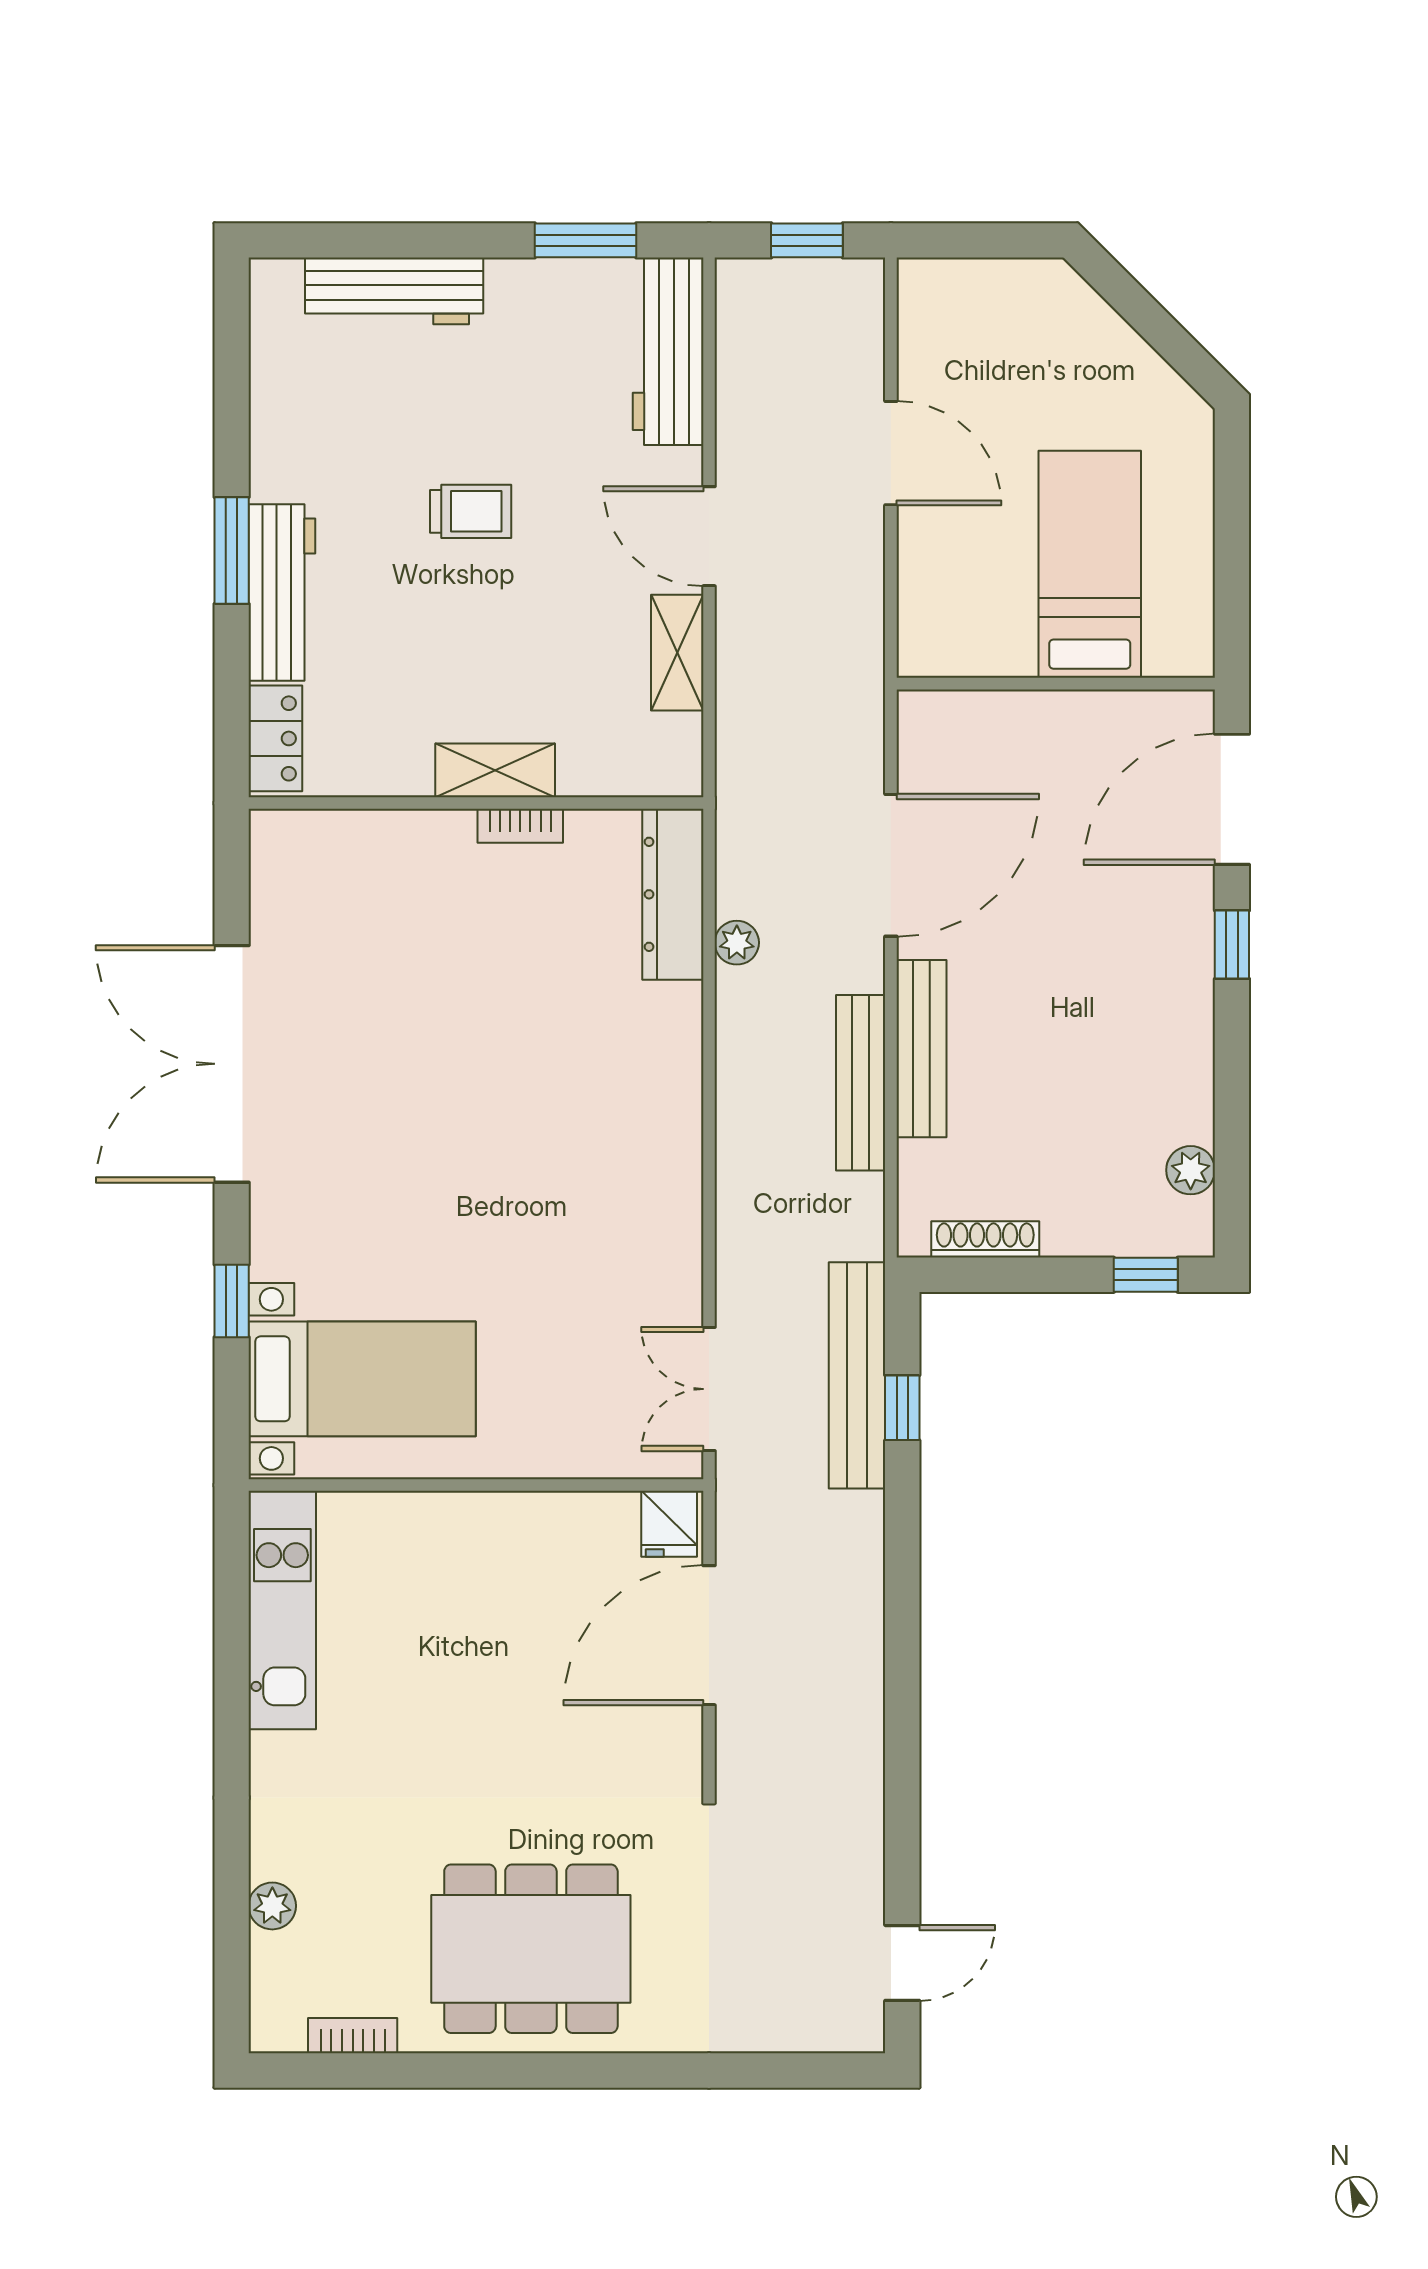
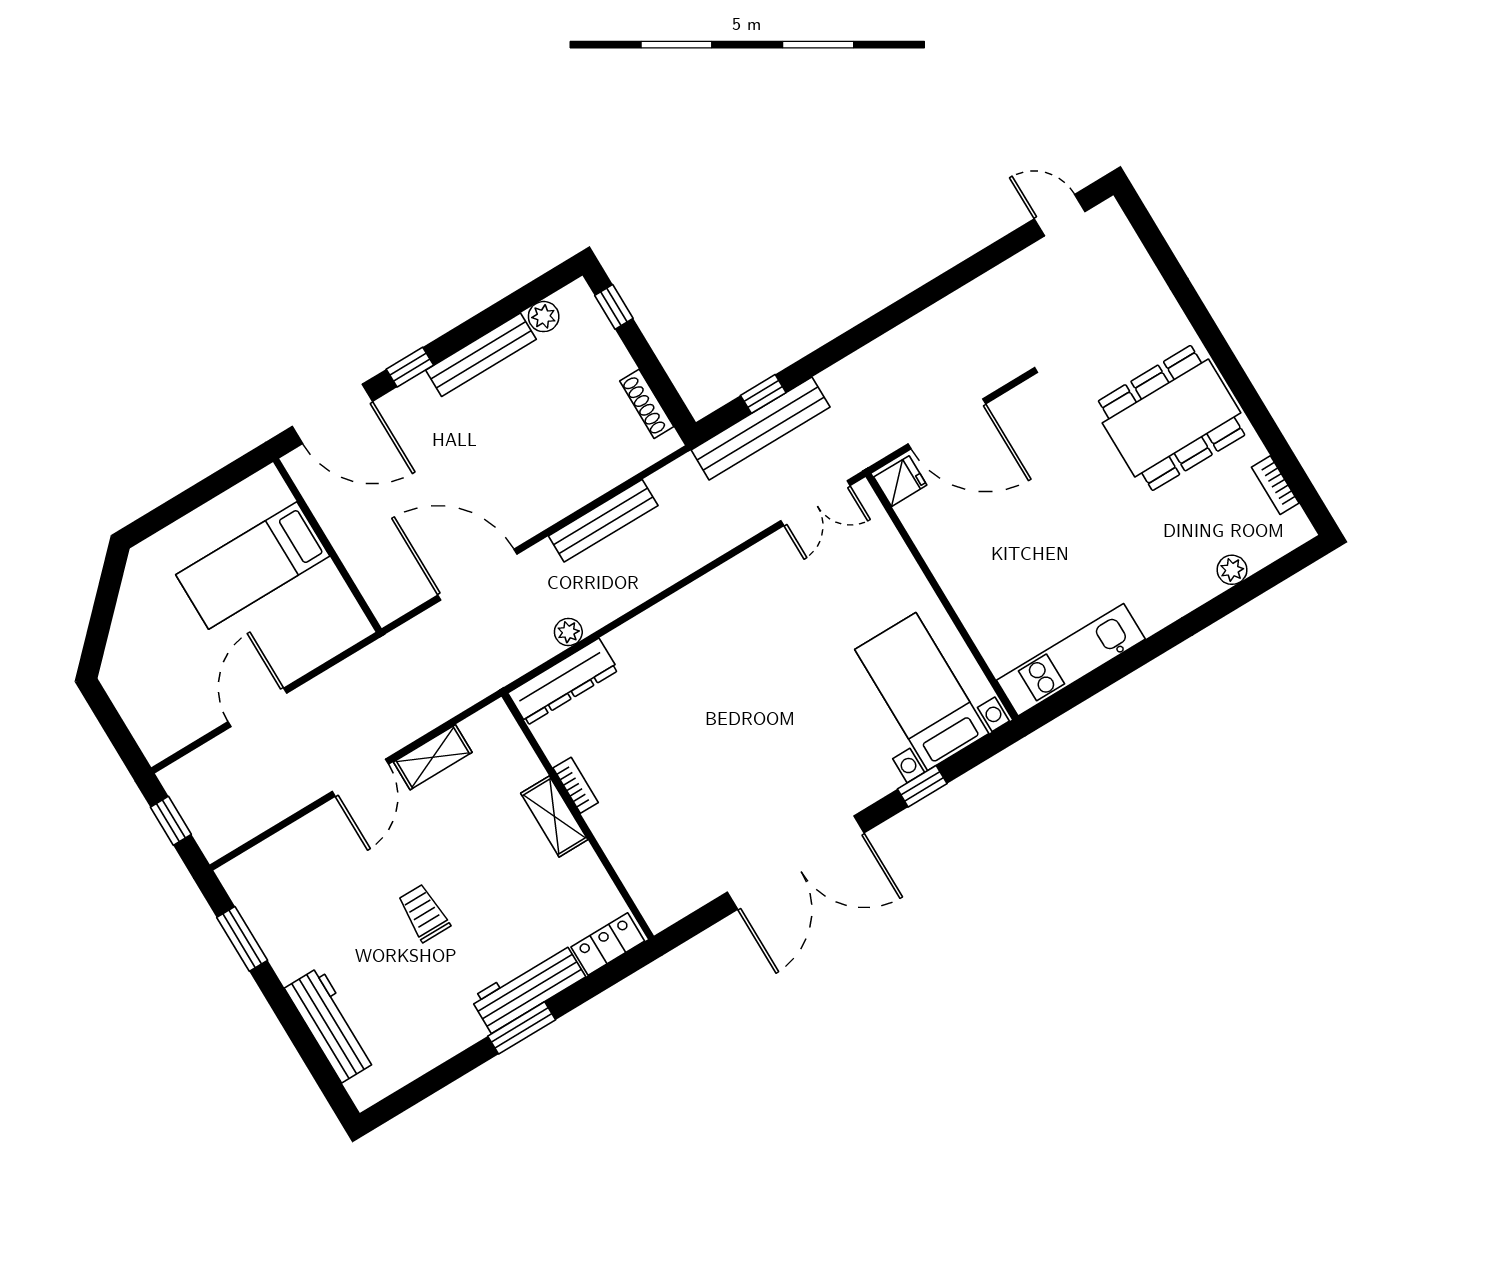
workbench: (668, 351) -> (275, 859), removed
bench: (921, 1049) -> (481, 355), moved
dining table: (531, 1949) -> (1172, 418), turned 90

